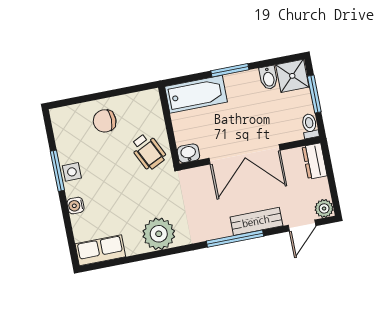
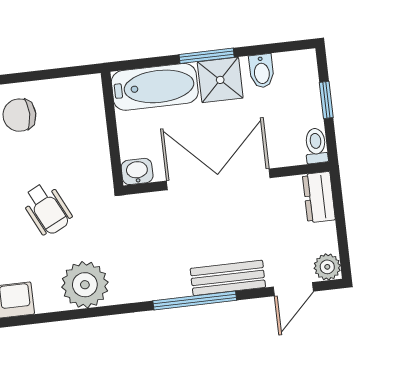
shower: (292, 76) -> (220, 80), moved
window: (314, 94) -> (326, 100), width x0.67
wheelchair: (148, 151) -> (47, 209), moved
double door: (245, 154) -> (218, 179), swing flipped

